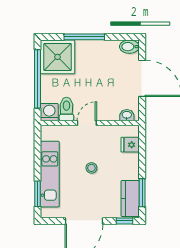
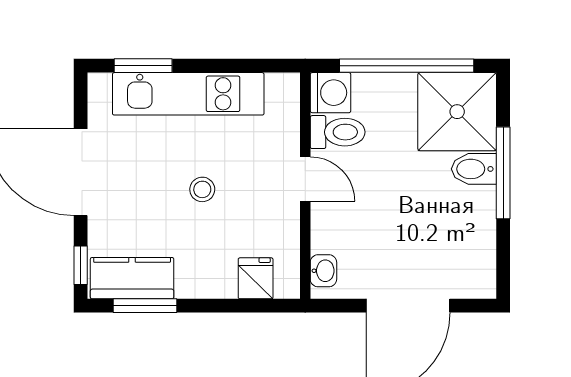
bidet: (129, 47) -> (474, 169), moved, turned -90

